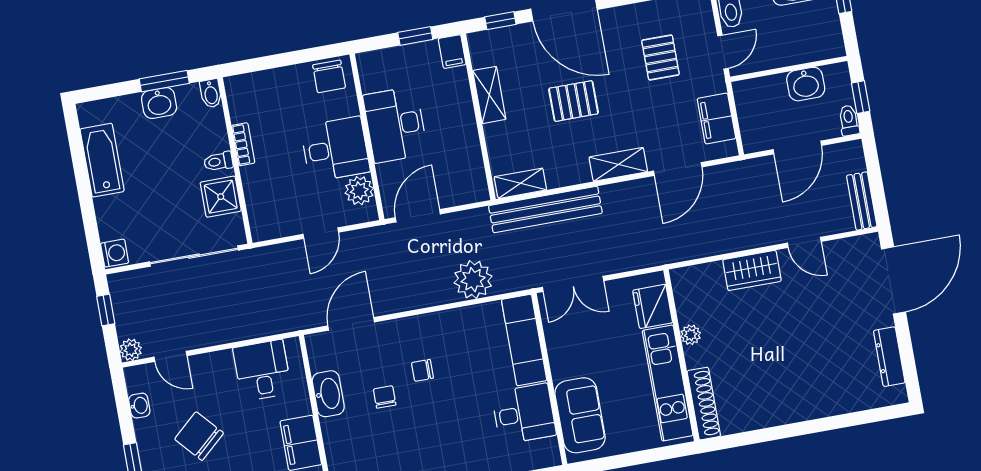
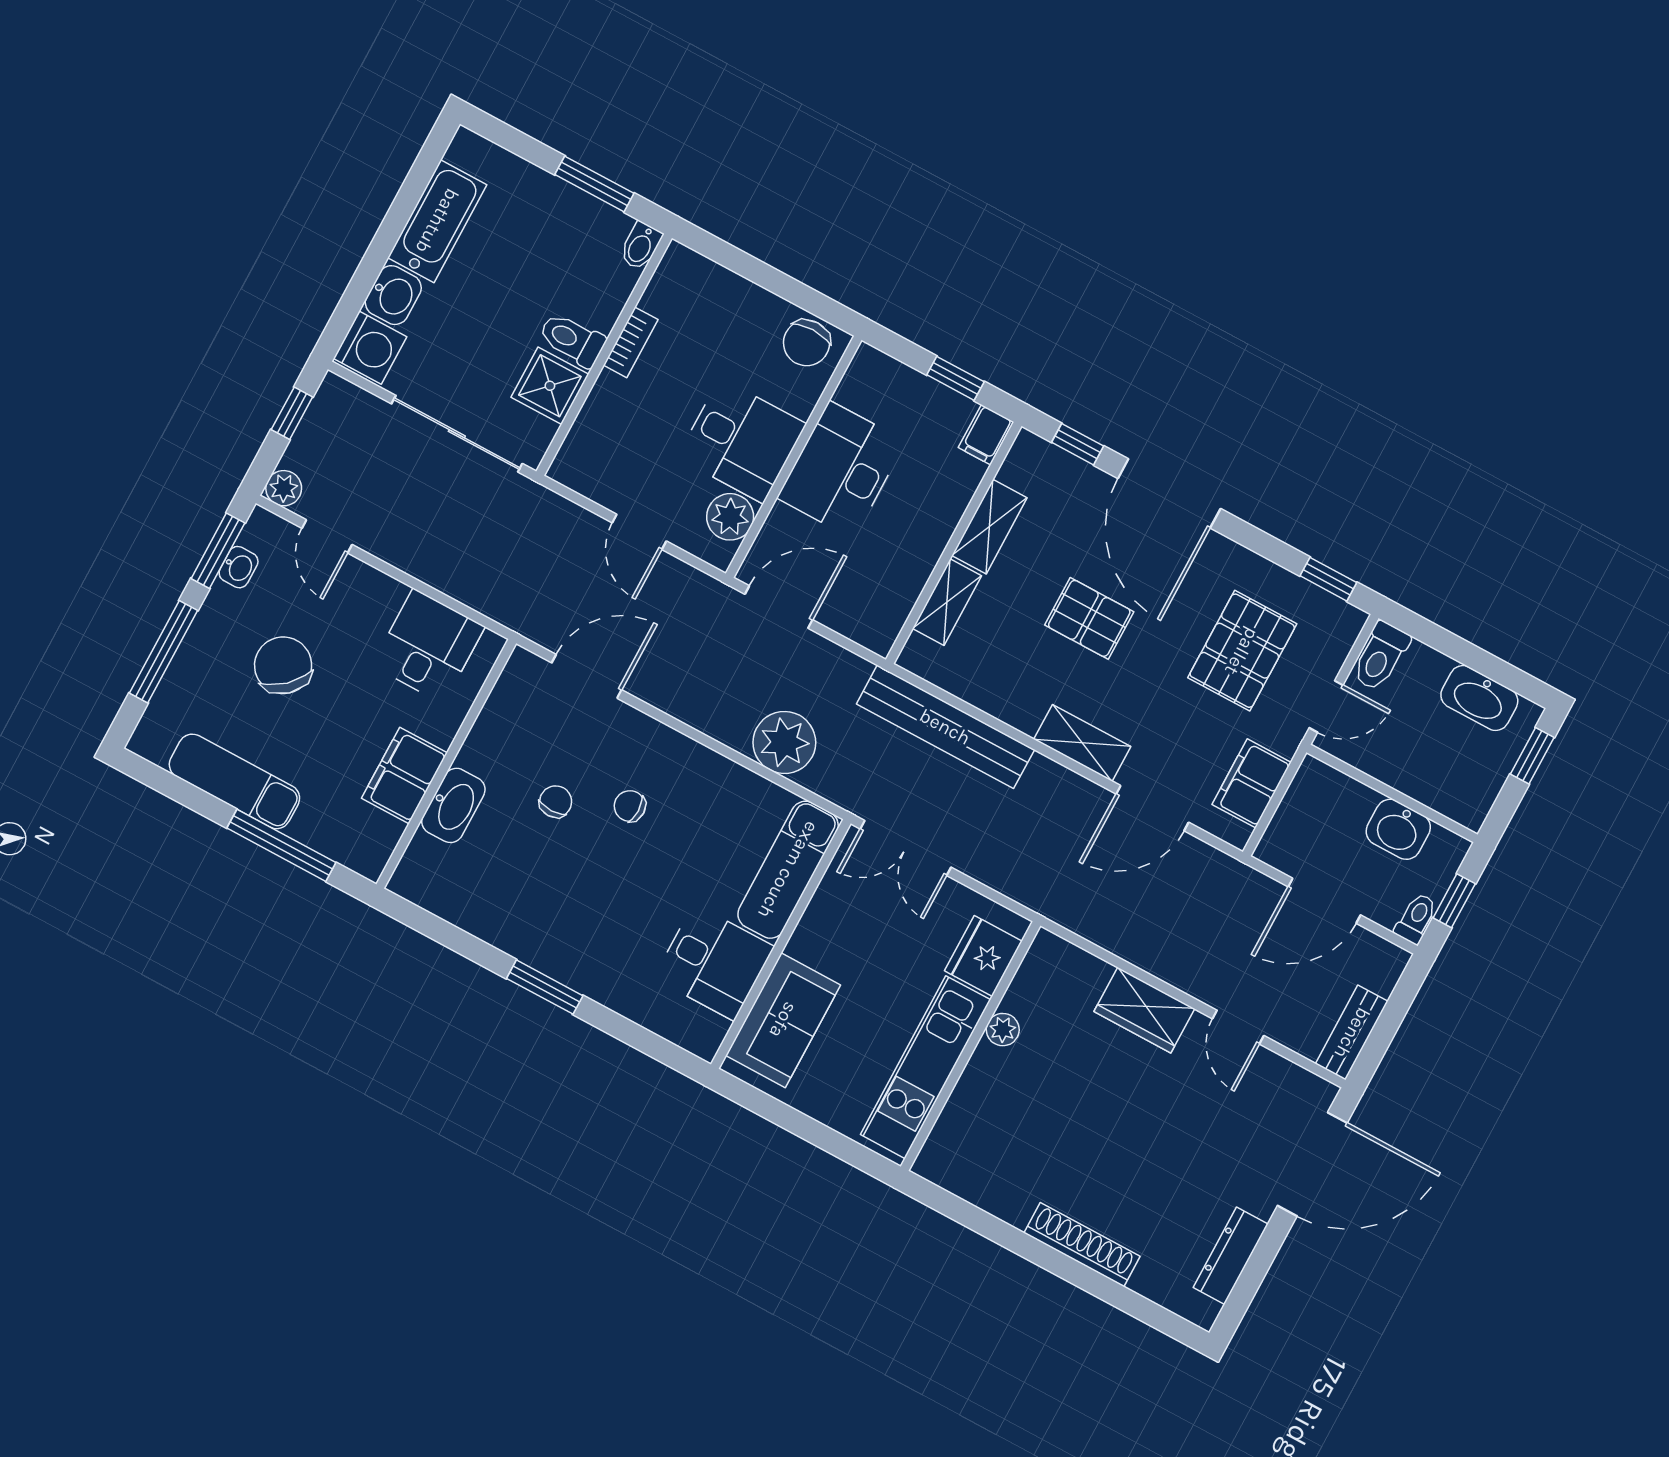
pallet: (660, 57) -> (1242, 651), width x1.50, depth x1.42
washbasin: (159, 103) -> (393, 295), moved, turned -90
toilet: (218, 162) -> (572, 340), width x1.37, depth x1.39
shelving: (520, 183) -> (947, 602), moved, turned 90
door: (321, 233) -> (639, 532), hinge flipped
washing machine: (115, 253) -> (370, 348), width x1.38, depth x1.38
washbasin: (328, 394) -> (453, 805), moved
shoe rack: (704, 404) -> (1082, 1245), moved, turned -90
window: (123, 406) -> (218, 551), added

